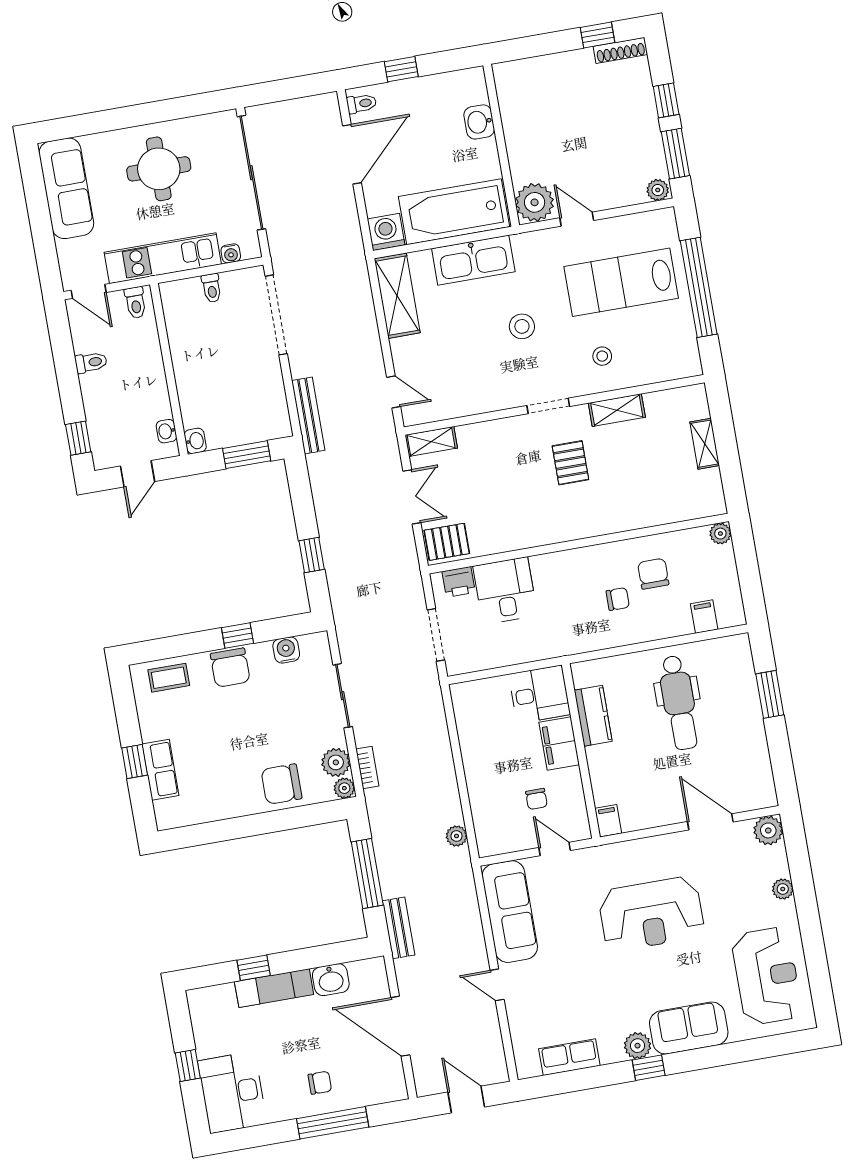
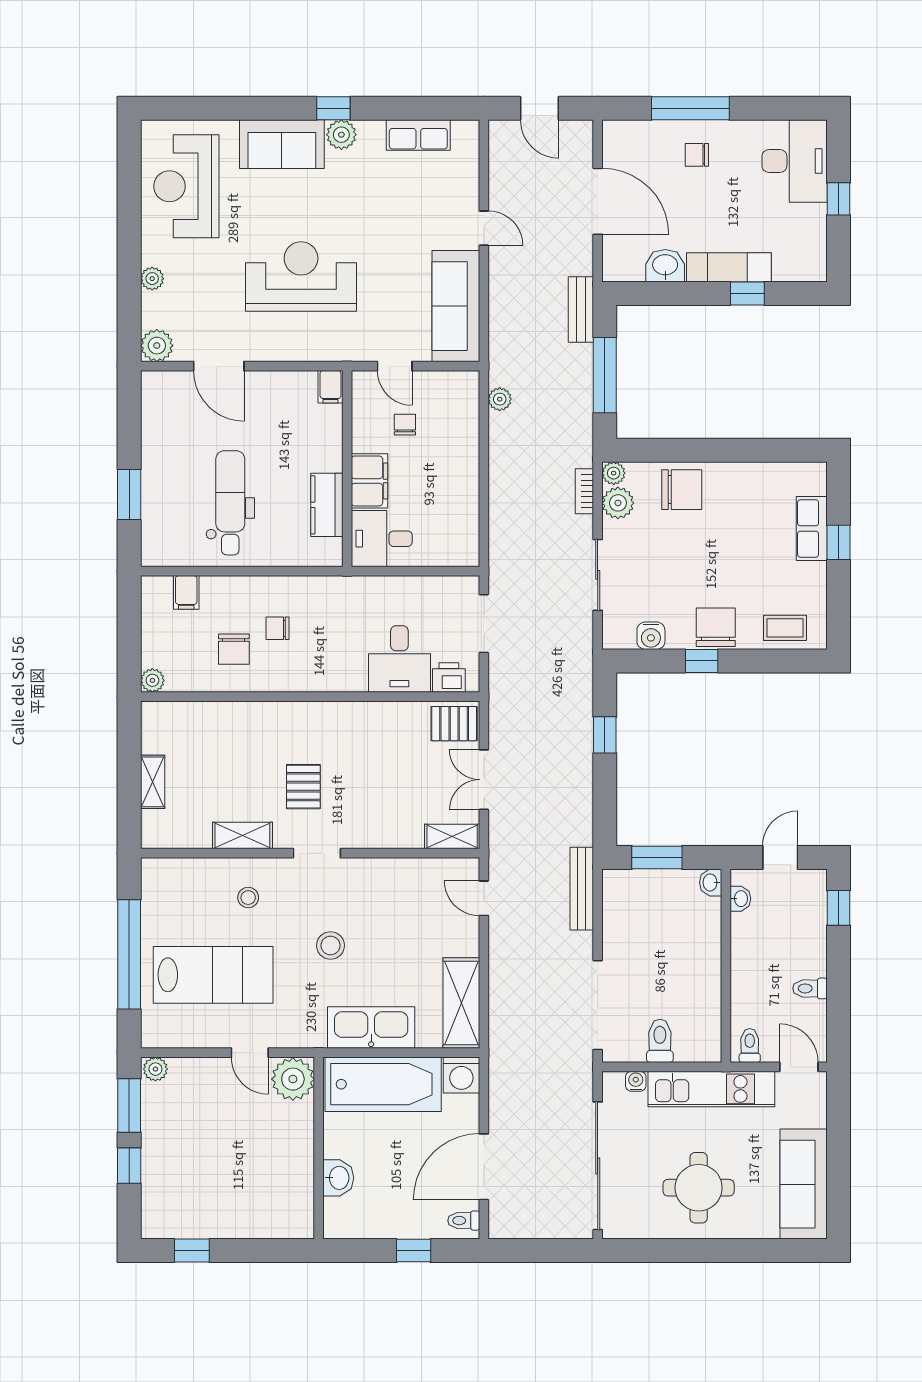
shoe rack: (620, 50) -> (170, 1229), removed
toilet: (212, 288) -> (660, 1041), width x1.37, depth x1.39

